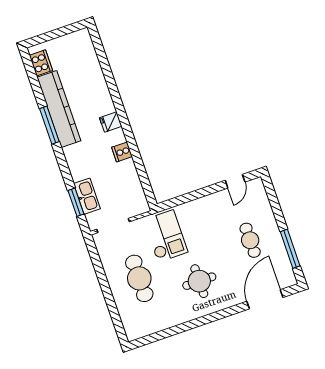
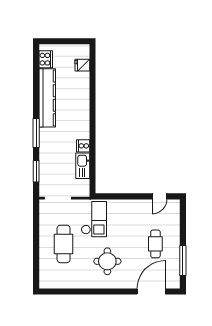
fridge: (111, 122) -> (82, 65), moved
window: (49, 125) -> (36, 133), moved
kitchen sink: (87, 196) -> (83, 166), moved, turned 180

